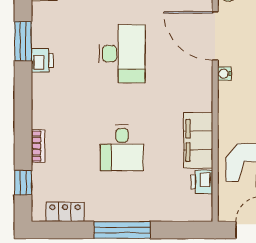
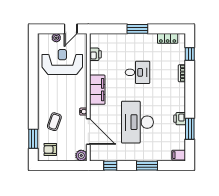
desk: (122, 54) -> (137, 122), width x1.36, depth x1.30
filing cabinet: (198, 140) -> (97, 90), moved
desk: (122, 148) -> (137, 72), turned 90
window: (122, 230) -> (137, 29), width x0.69

